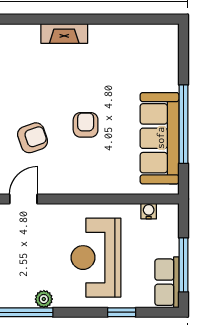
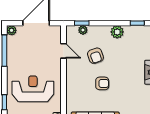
plant: (44, 299) -> (11, 62), removed

